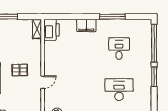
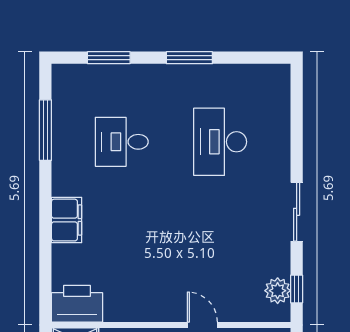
window: (112, 17) -> (45, 130), moved
window: (154, 43) -> (109, 58), width x0.47

